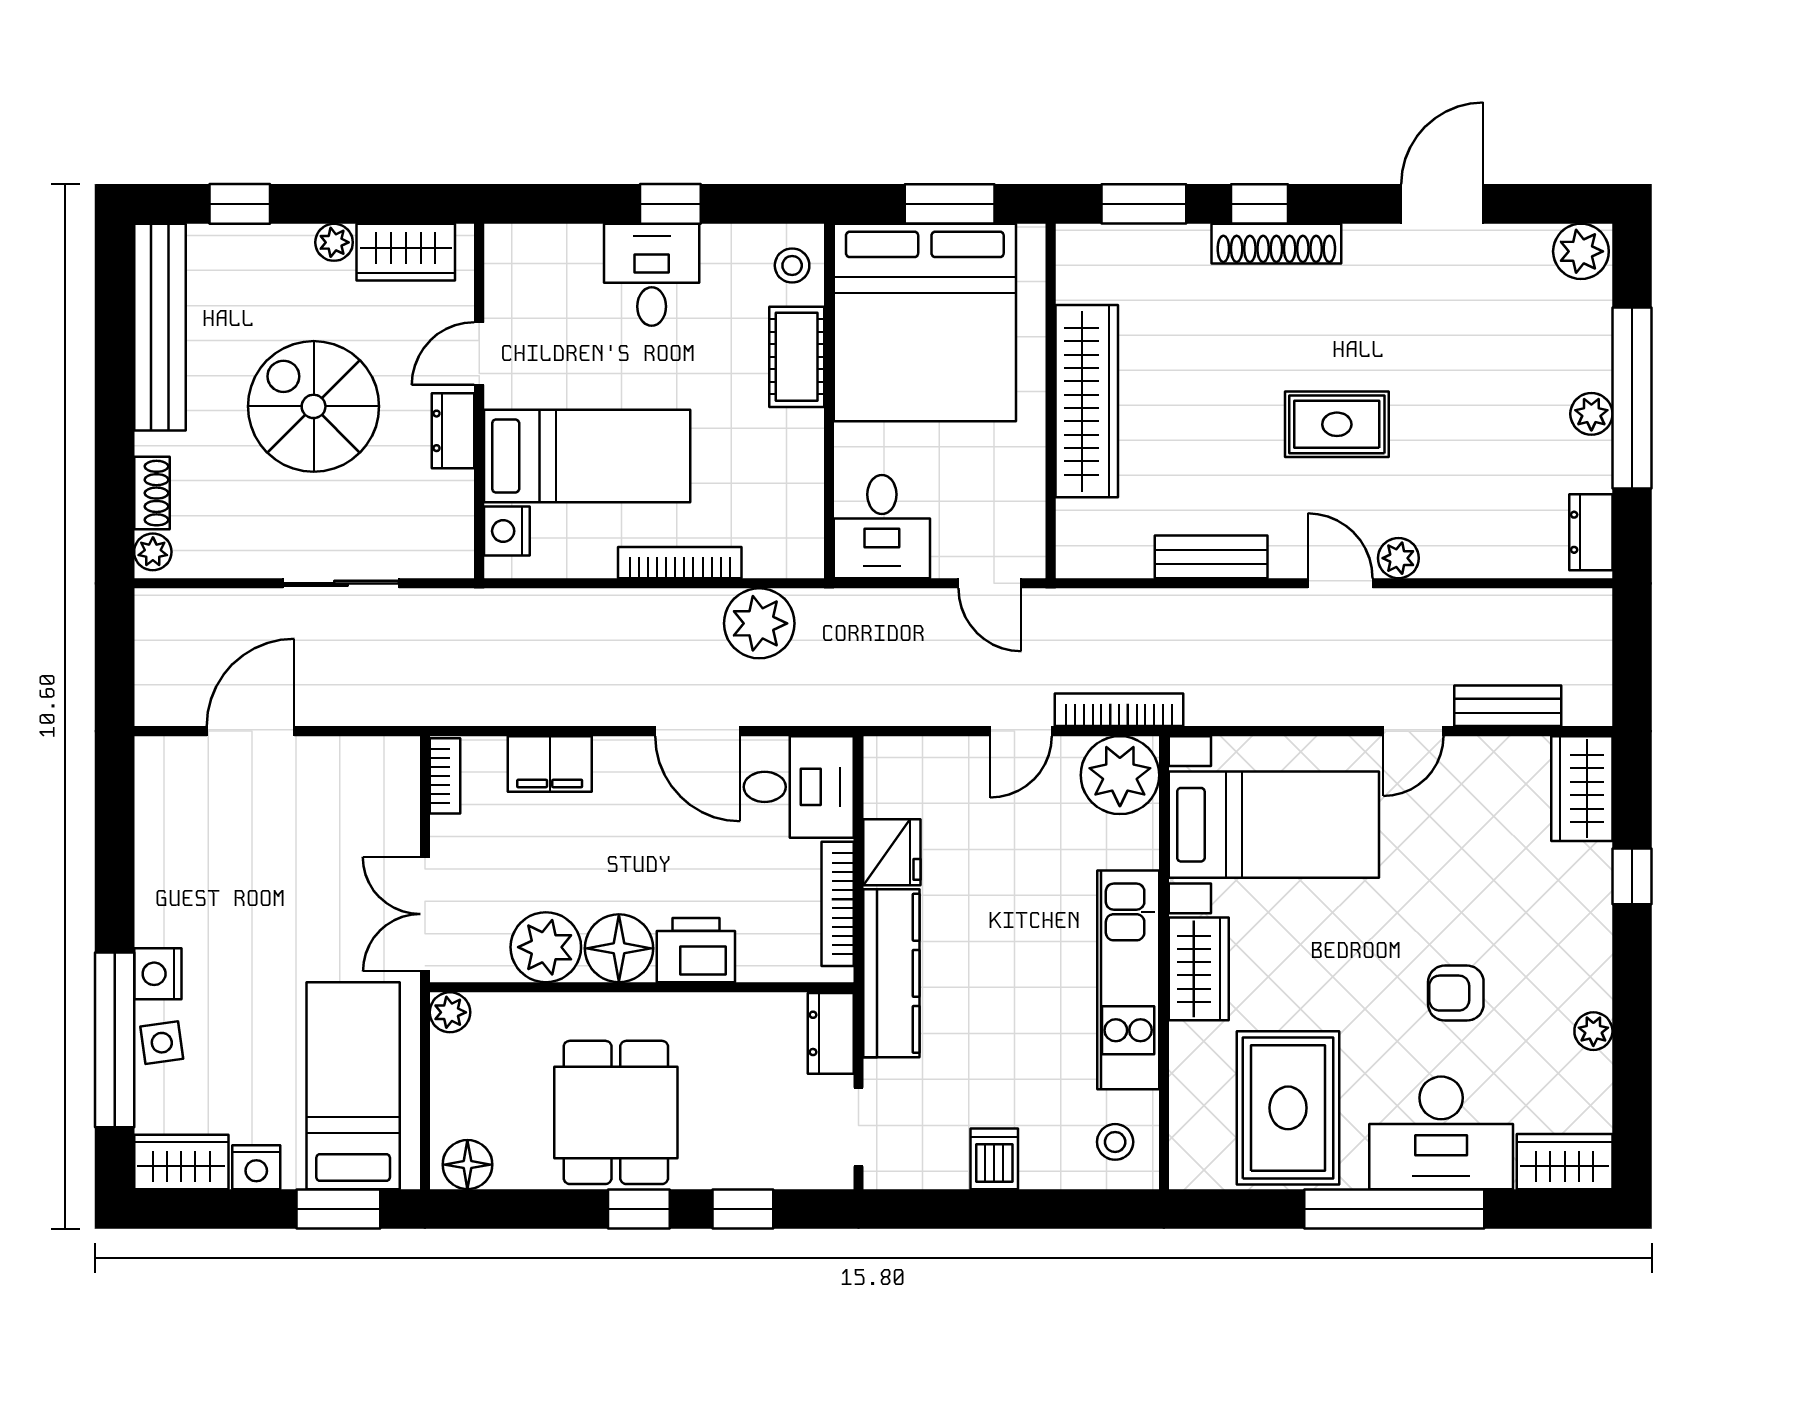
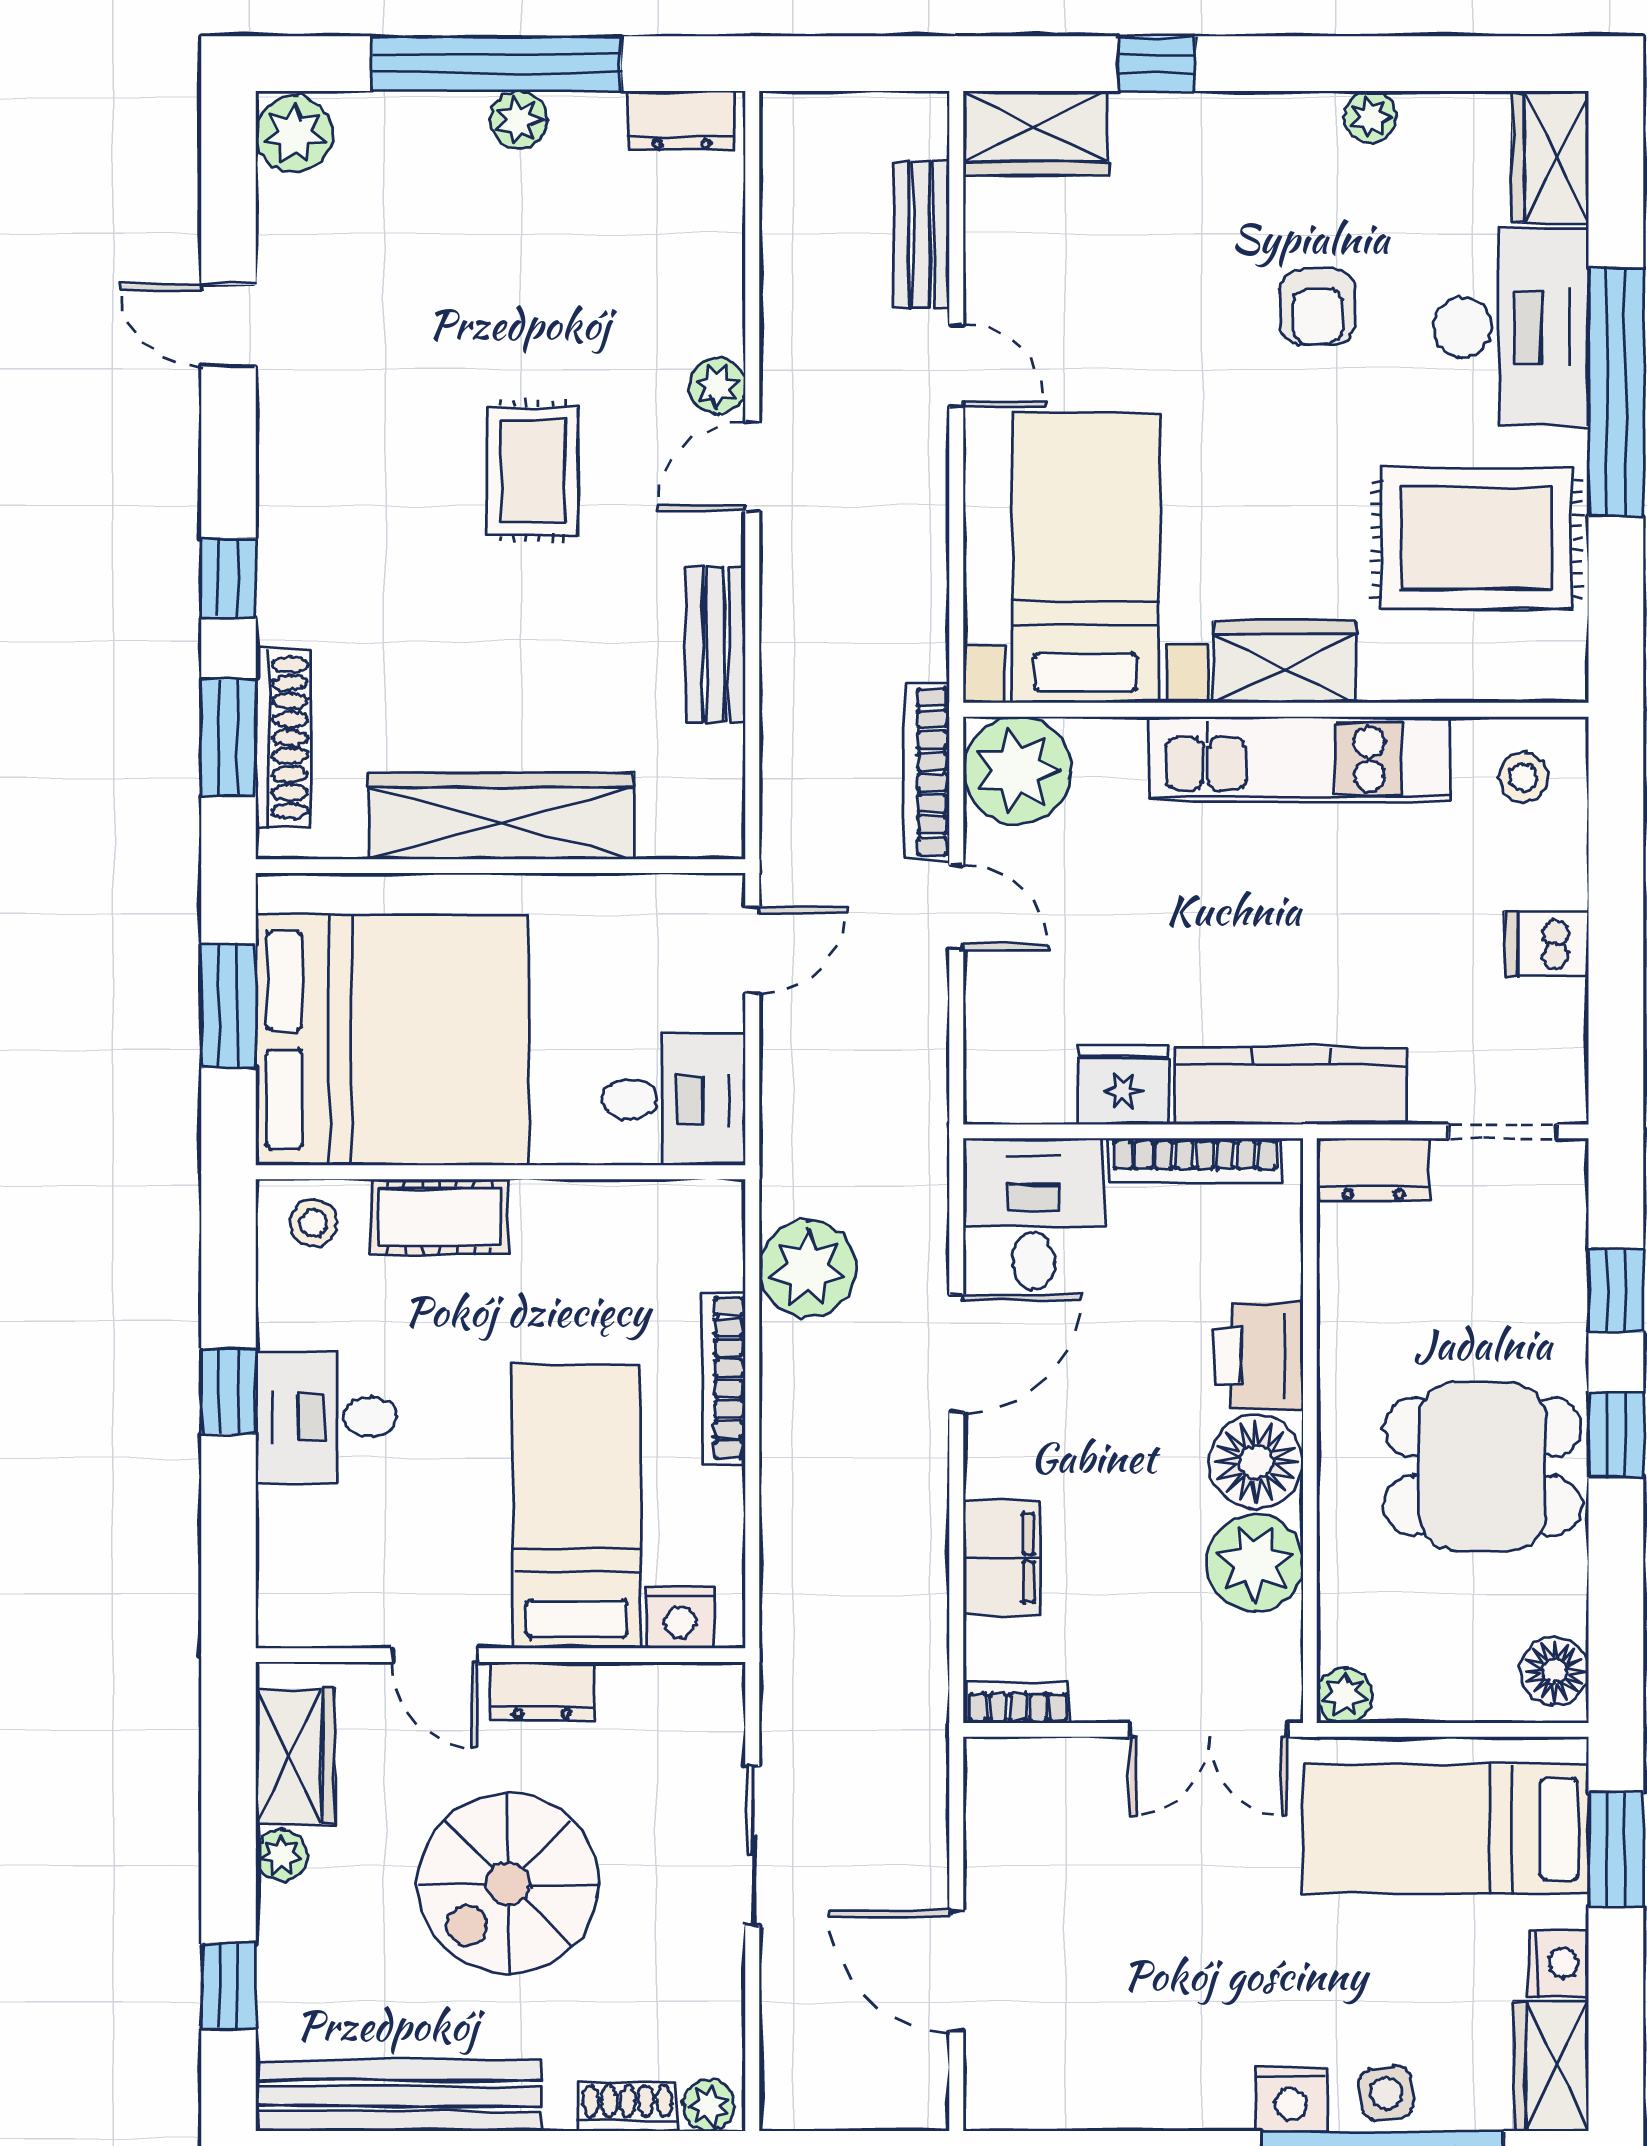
door: (1442, 204) -> (229, 326), width x0.73
shoe rack: (1276, 244) -> (283, 738), moved

